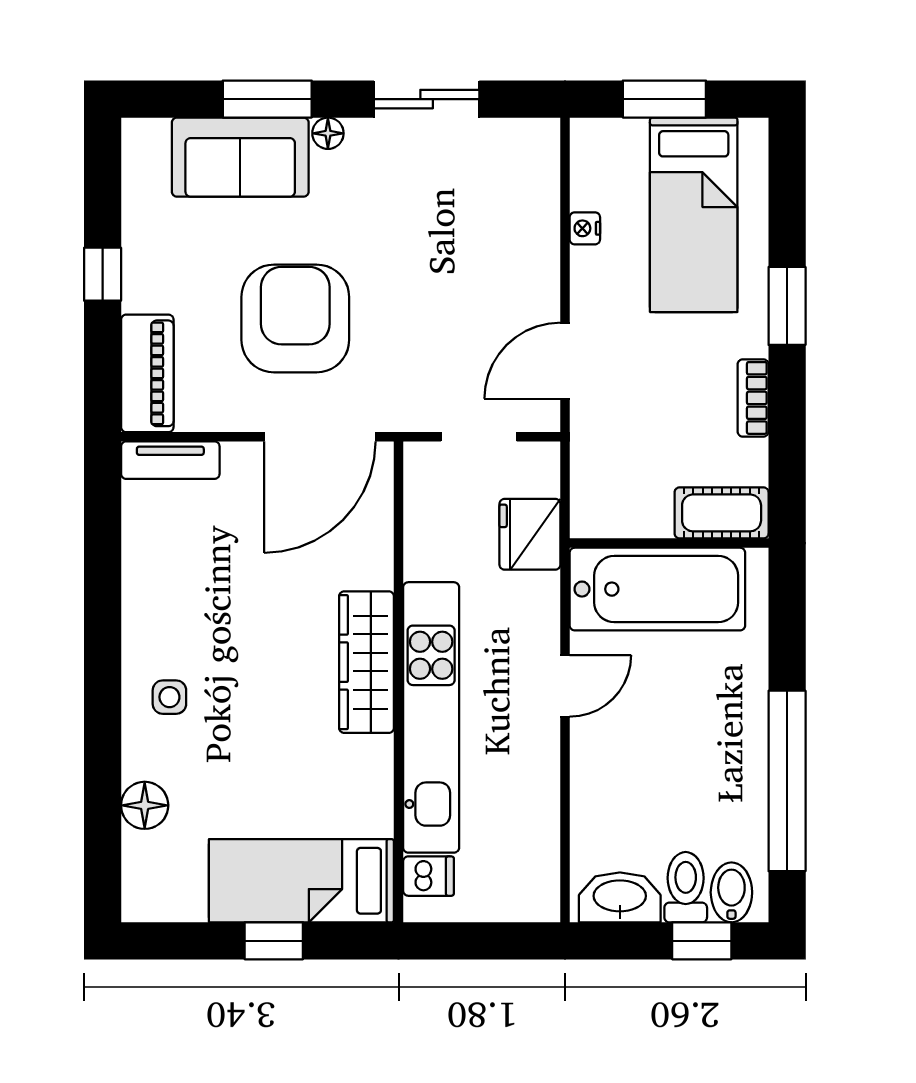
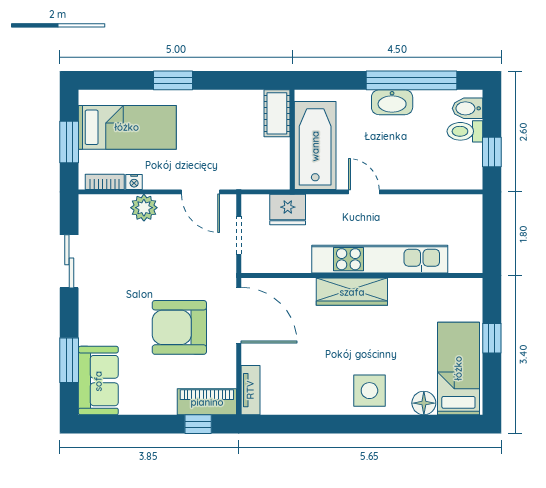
window: (267, 99) -> (69, 360), moved
floor lamp: (328, 133) -> (86, 311), removed
sofa: (240, 157) -> (98, 381), moved
plant: (534, 248) -> (144, 208), added
window: (103, 274) -> (198, 424), moved
bookcase: (753, 398) -> (105, 182), moved, turned 180
side table: (169, 697) -> (369, 391), width x1.87, depth x1.87
dishwasher: (429, 876) -> (459, 260), removed
bed: (301, 881) -> (458, 368), moved, turned 180
washbasin: (620, 897) -> (392, 102), moved, turned -90
window: (702, 941) -> (492, 152), moved

